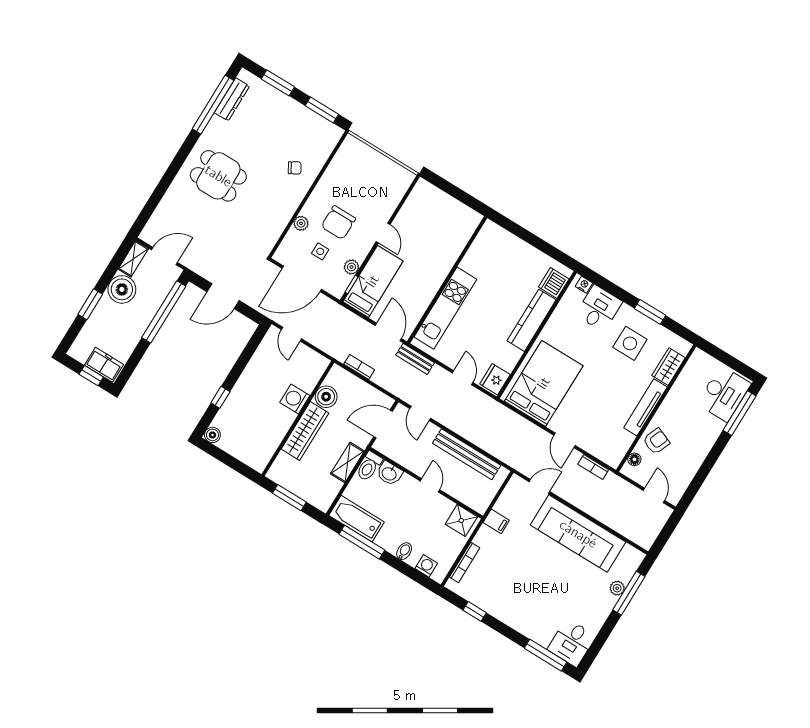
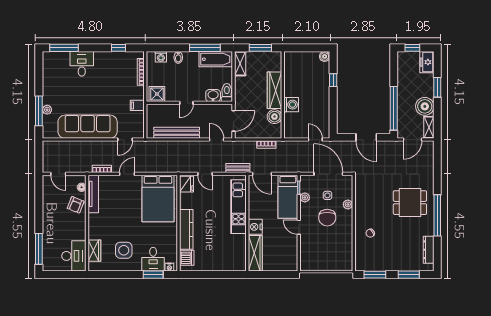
window: (213, 105) -> (437, 215), moved
chair: (338, 223) -> (327, 218), turned 180
wardrobe: (461, 234) -> (255, 253), added
nightstand: (440, 268) -> (255, 227), added
door: (302, 279) -> (328, 174), hinge flipped
door: (223, 296) -> (366, 137), swing flipped
window: (650, 312) -> (153, 275), moved
freezer: (104, 365) -> (427, 62), moved, turned 90
desk: (724, 394) -> (74, 256), moved, turned 180
tv unit: (645, 407) -> (93, 194), moved
door: (564, 440) -> (127, 174), hinge flipped
shelving: (347, 462) -> (240, 64), moved
door: (430, 485) -> (186, 103), hinge flipped
desk: (572, 643) -> (82, 64), moved

